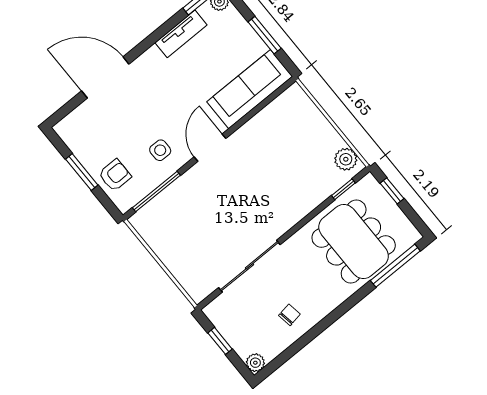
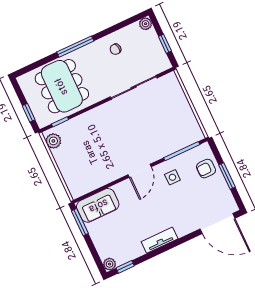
tv unit: (181, 34) -> (160, 240), moved
window: (265, 35) -> (80, 222), moved
door: (105, 77) -> (218, 224), moved
sofa: (250, 89) -> (98, 205), width x0.73
window: (395, 266) -> (75, 47), moved

